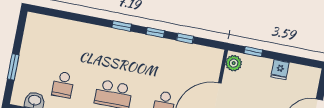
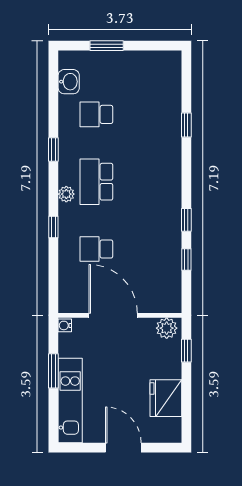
window: (122, 26) -> (186, 125), moved
fridge: (280, 70) -> (166, 398), width x1.88, depth x1.34

